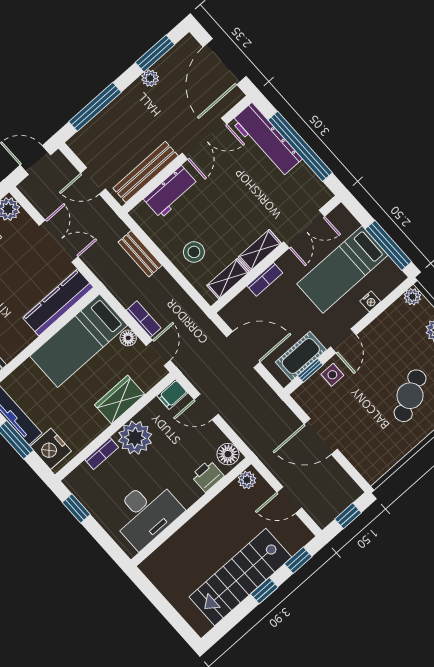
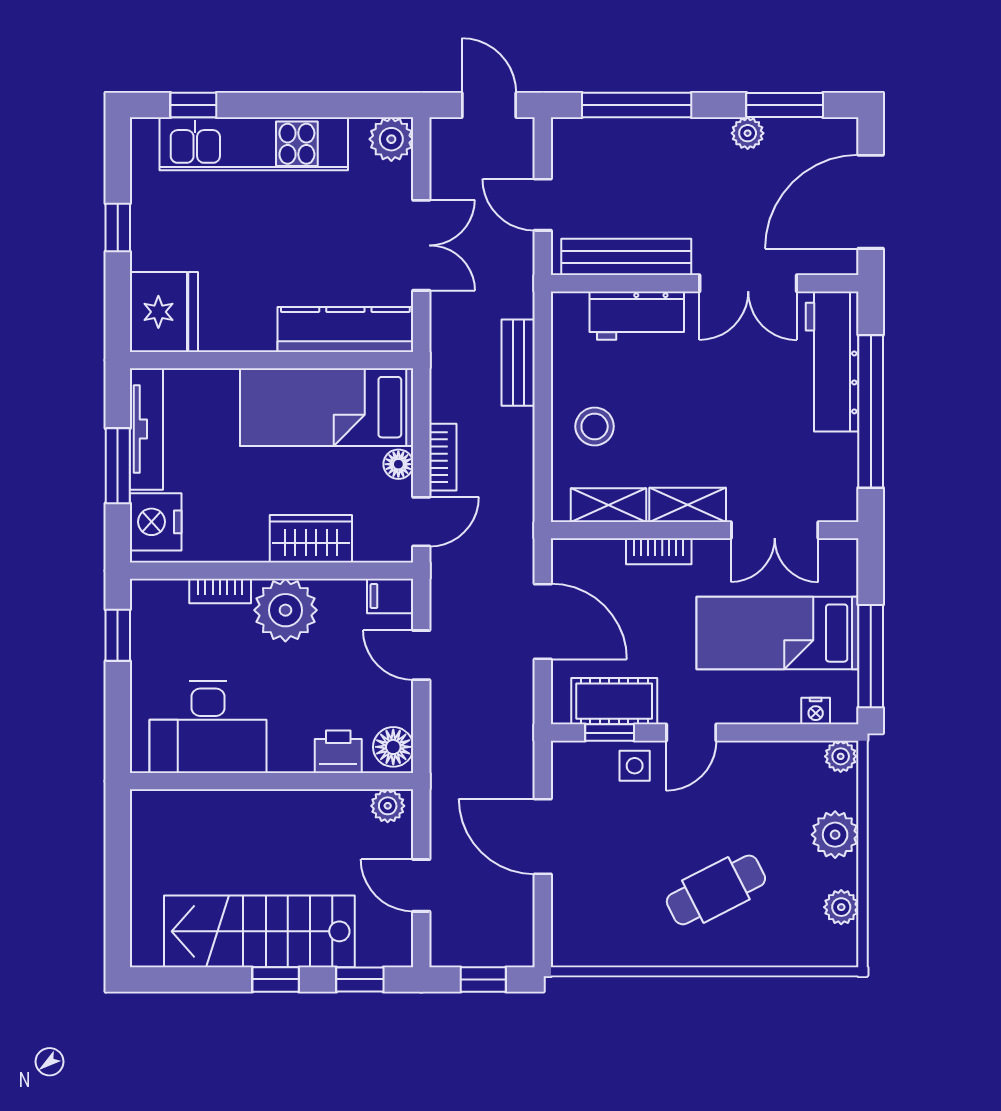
nightstand: (370, 301) -> (816, 711), moved

